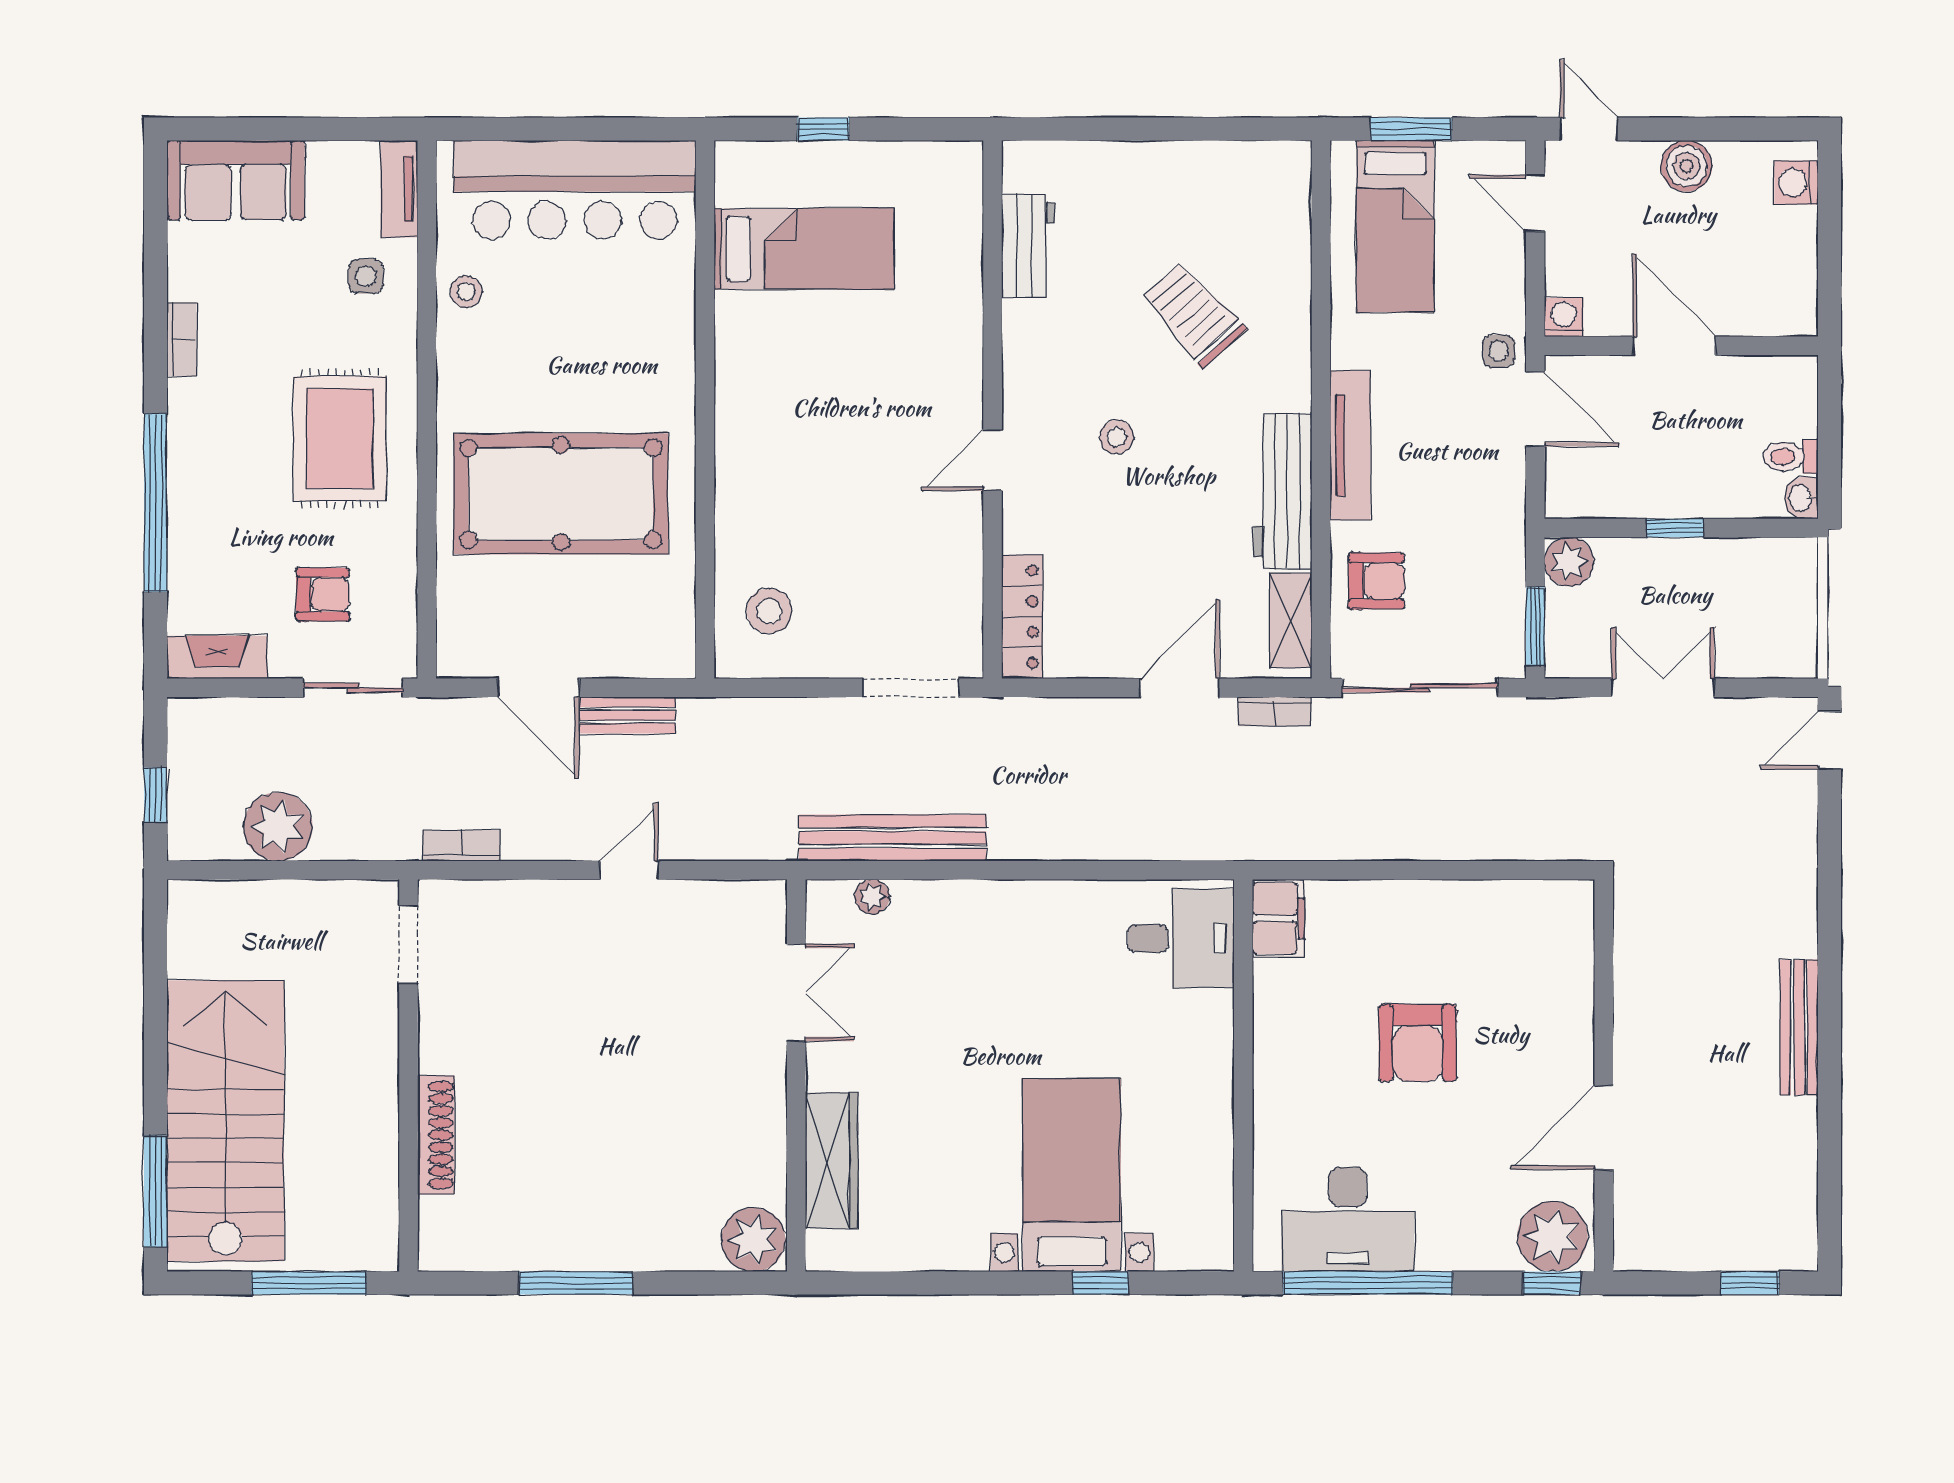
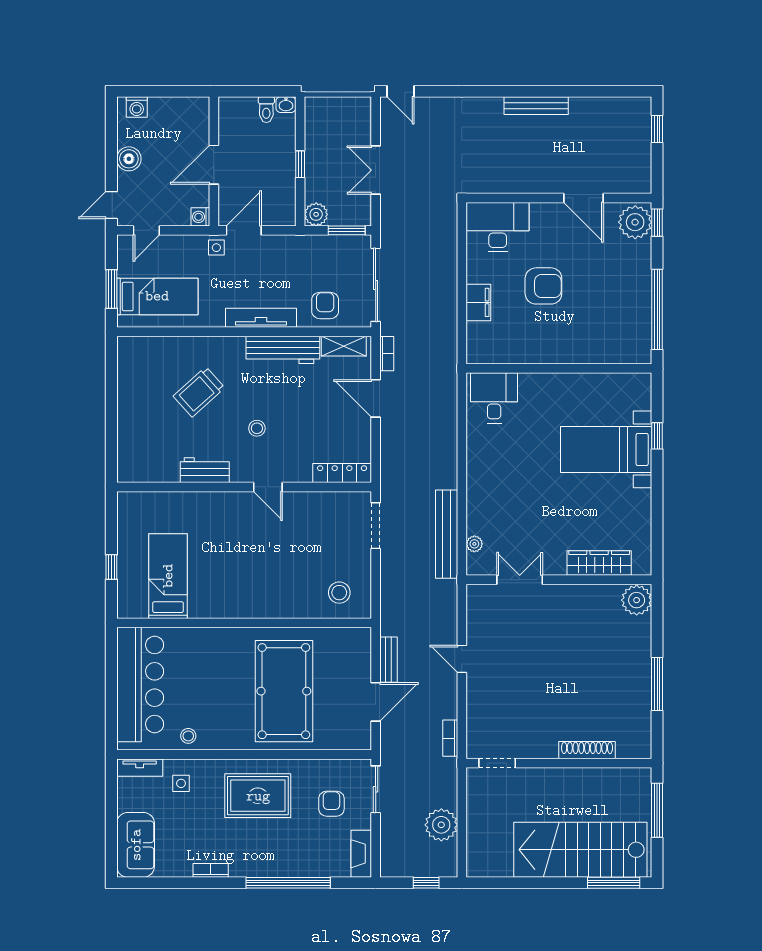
workbench: (1028, 246) -> (205, 470), moved
filing cabinet: (1278, 918) -> (478, 302), moved, turned 90
desk: (1348, 1219) -> (498, 227), moved, turned -90

